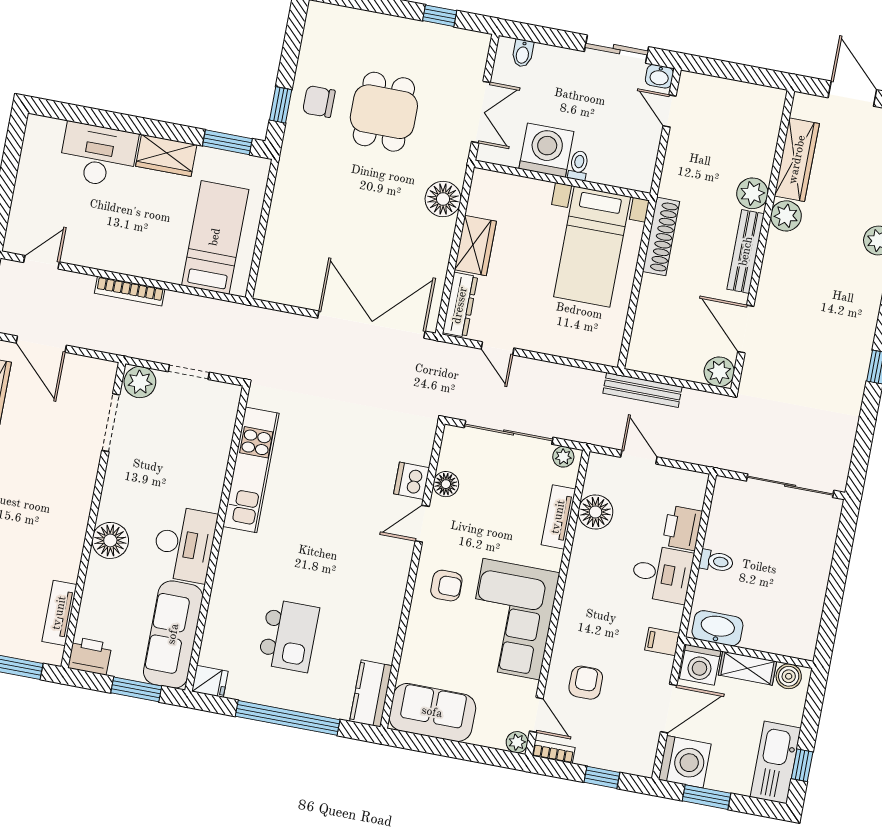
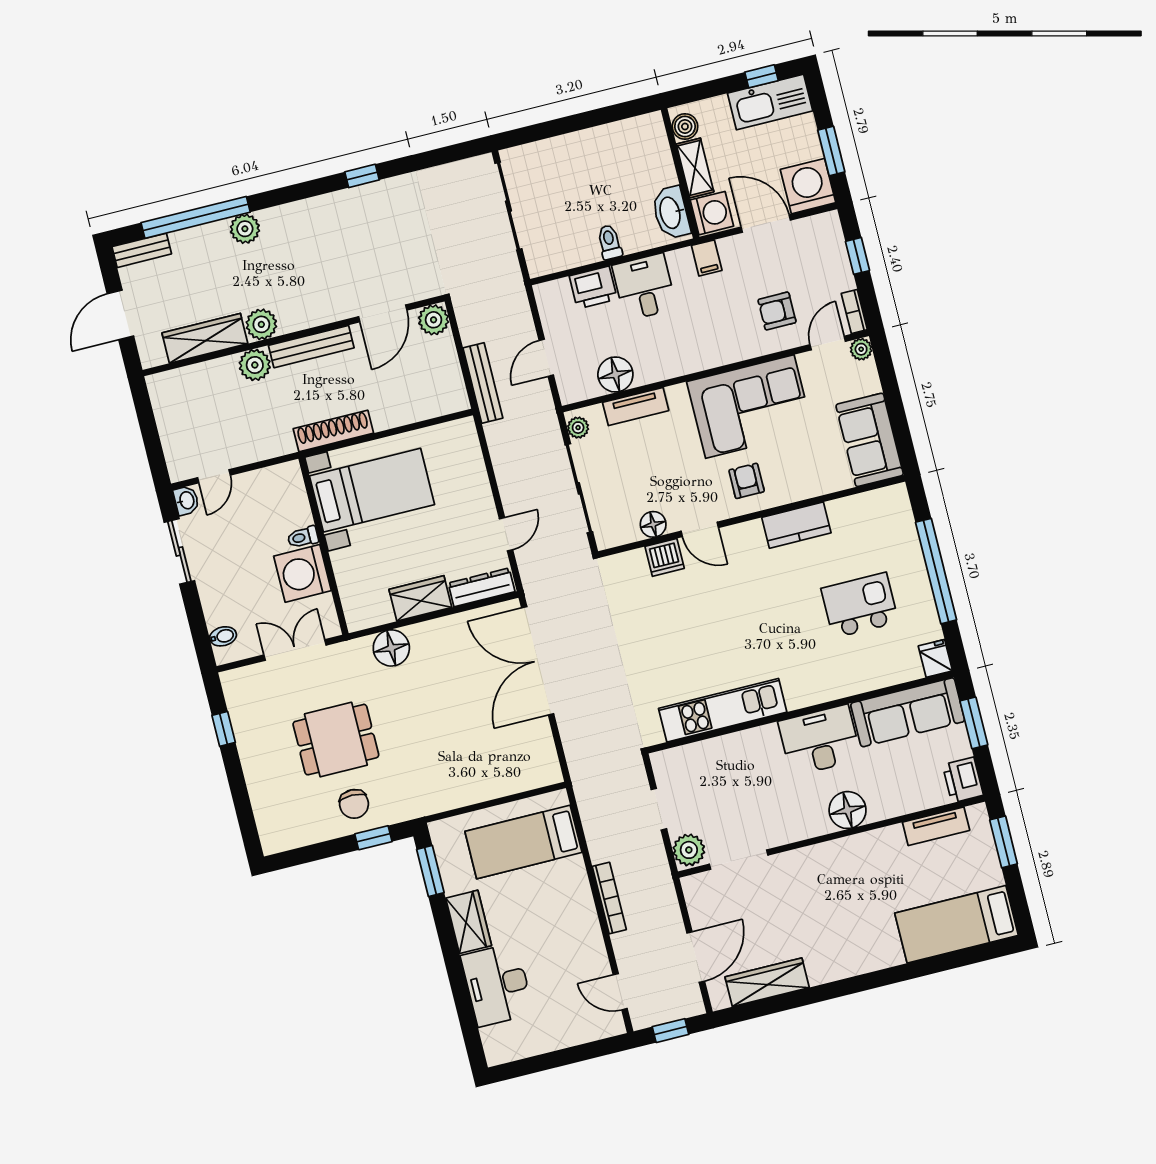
kitchen counter: (371, 693) -> (796, 525), moved

